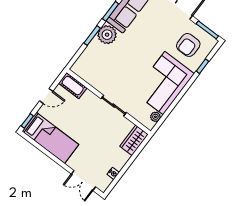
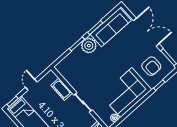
armchair: (188, 45) -> (151, 66), turned -90
cot: (73, 86) -> (62, 89), moved
door: (46, 96) -> (31, 85), swing flipped

